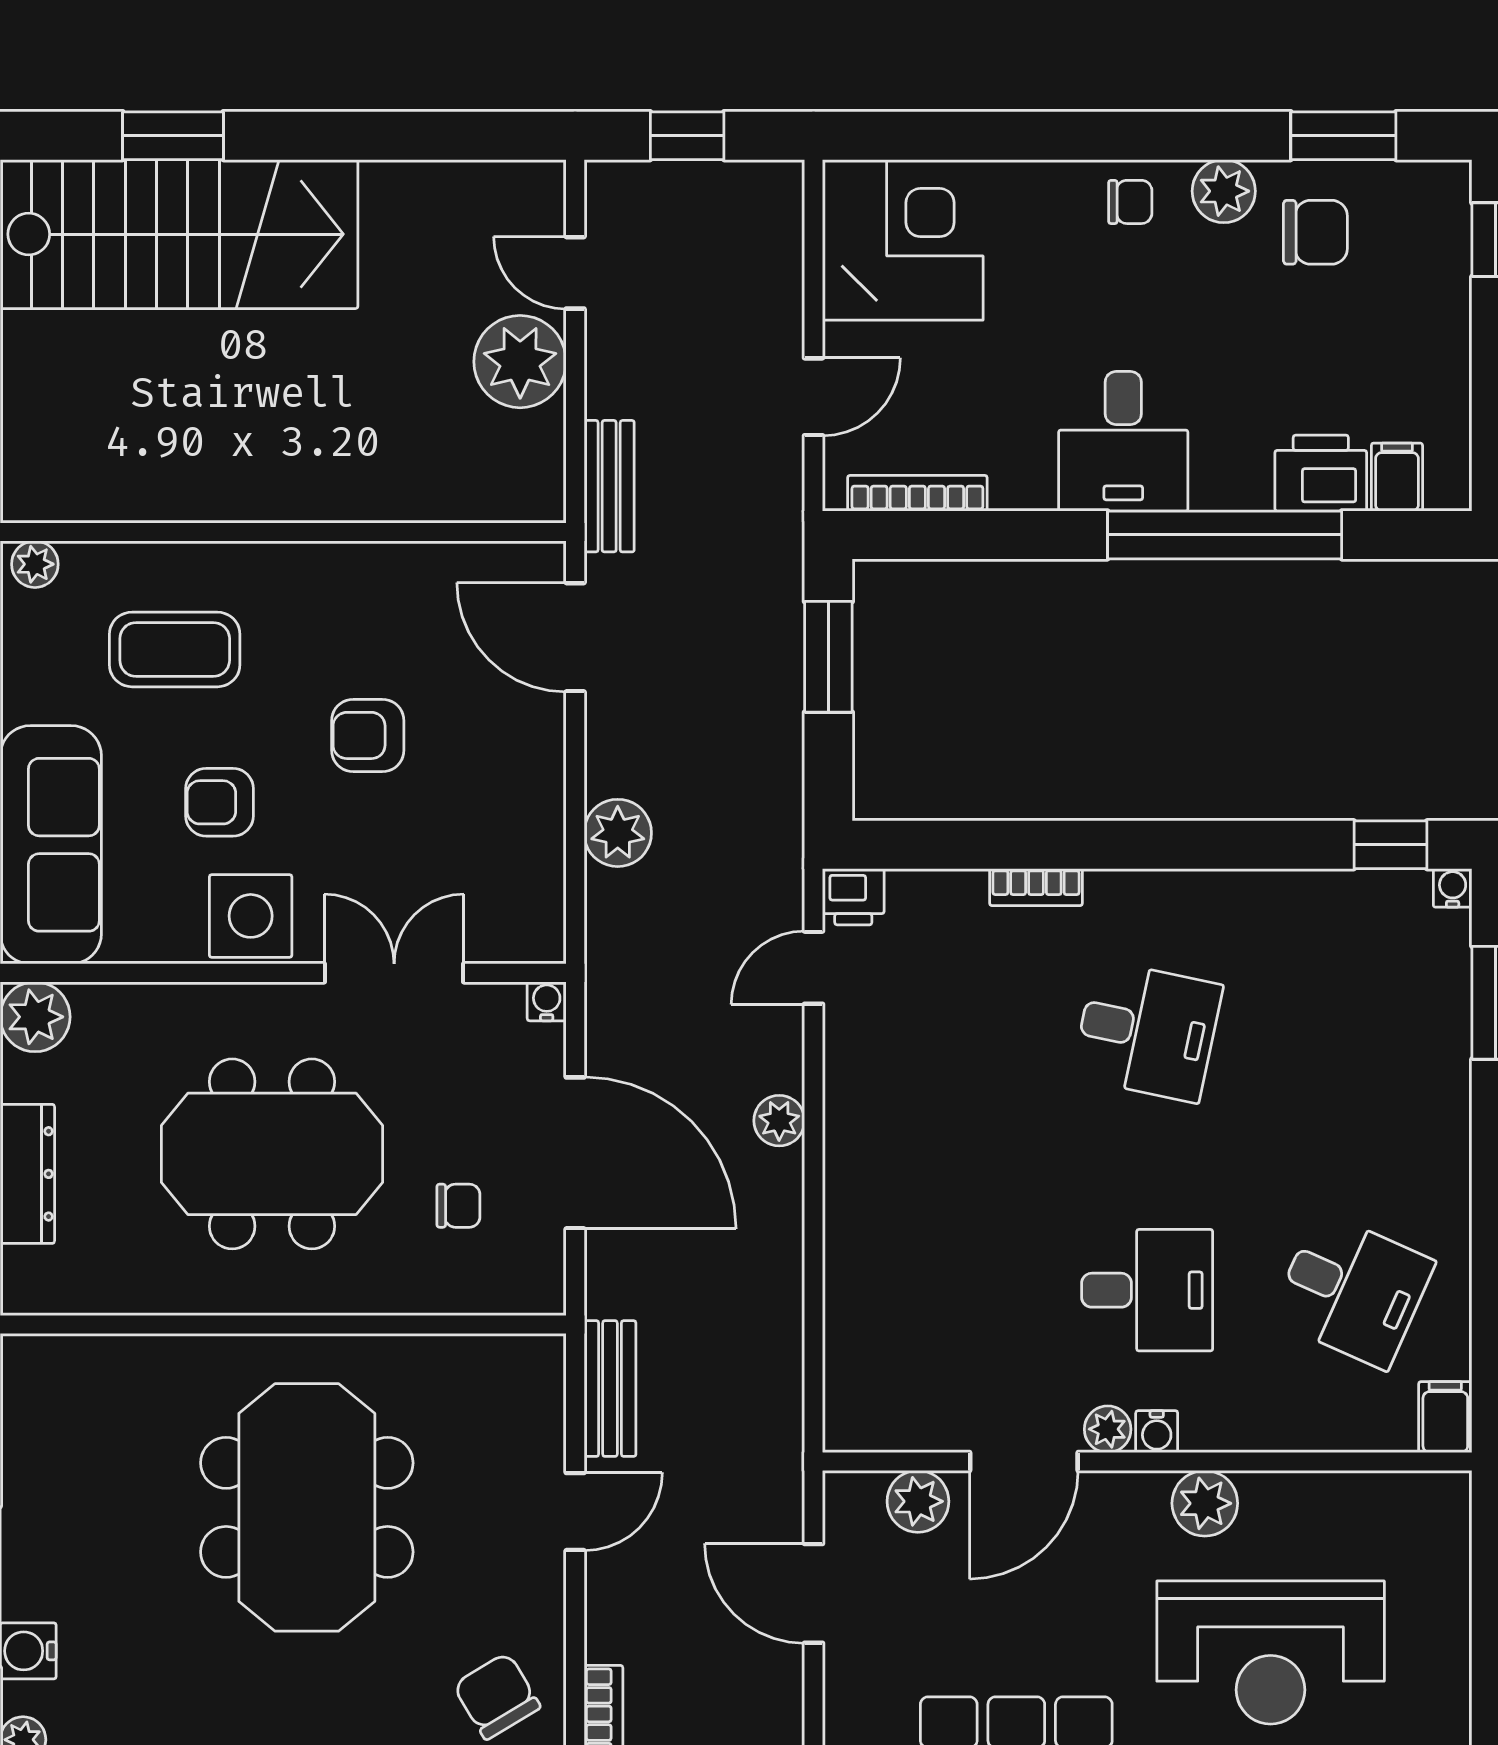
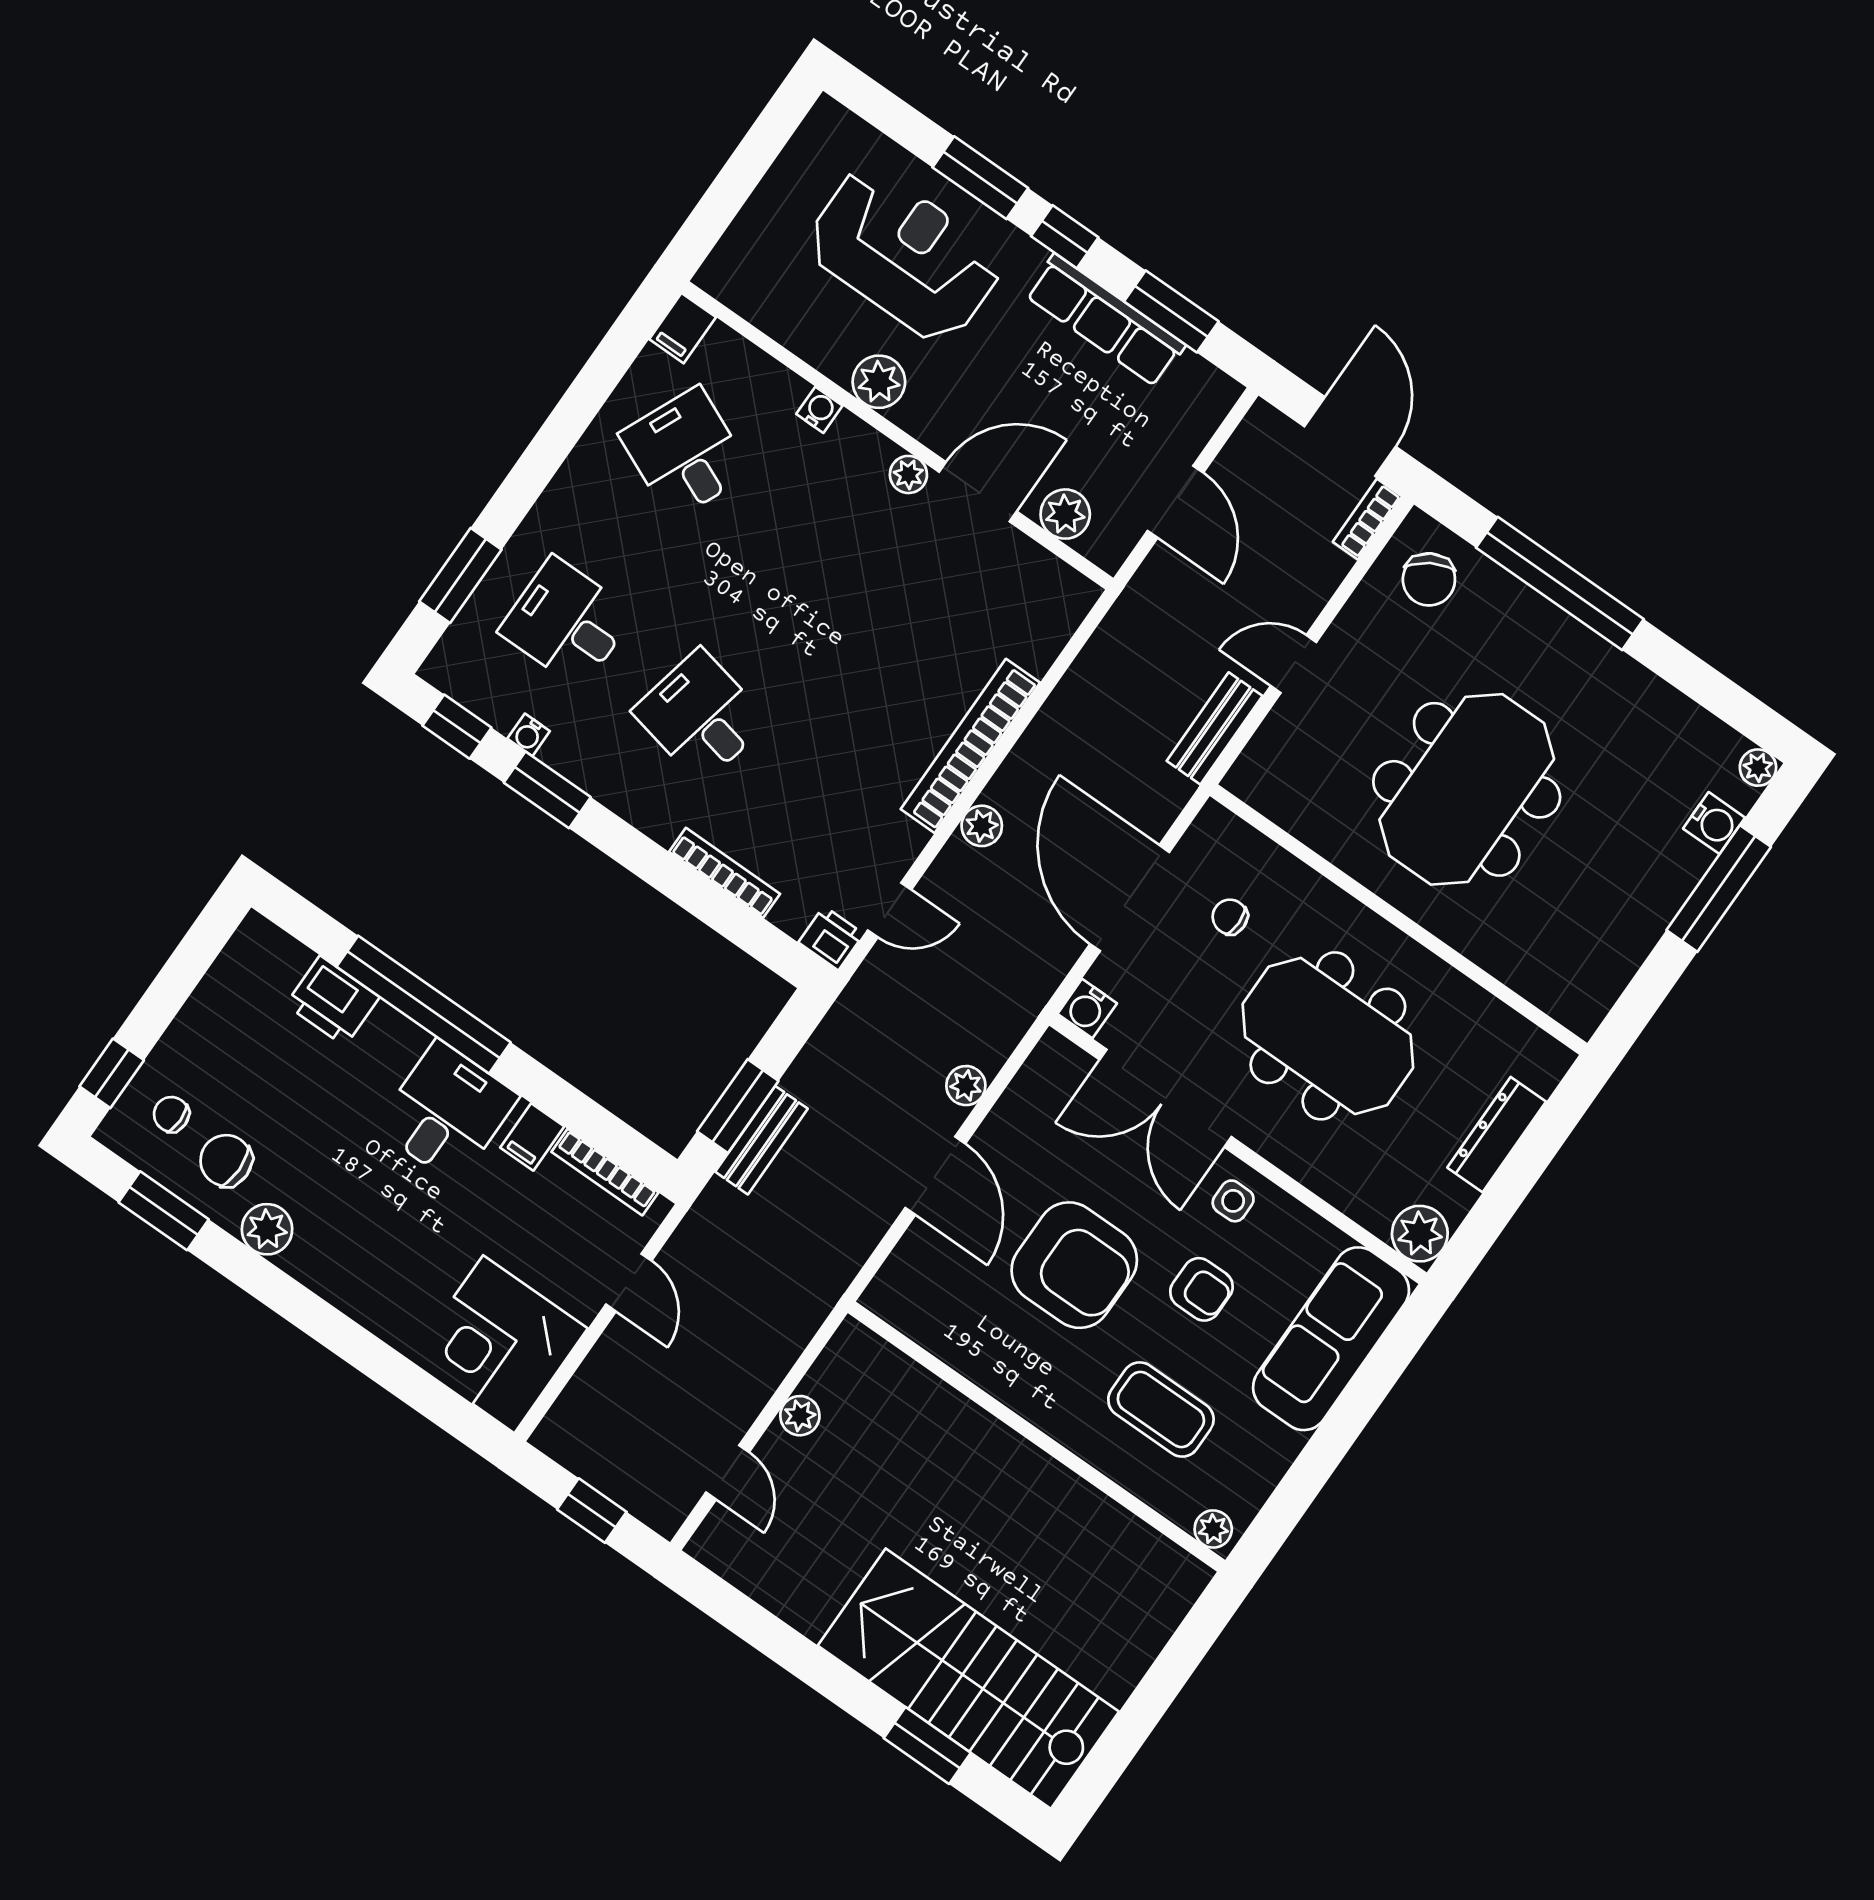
chair: (1130, 202) -> (171, 1114), moved
plant: (520, 362) -> (800, 1416), width x0.53, depth x0.53
door: (813, 397) -> (629, 1283), swing flipped
filing cabinet: (1397, 477) -> (532, 1137), moved
bench: (609, 486) -> (761, 1140), moved
door: (575, 637) -> (935, 1176), moved
armchair: (368, 735) -> (1074, 1265), width x1.88, depth x1.88
plant: (618, 833) -> (966, 1086), width x0.73, depth x0.73
window: (1252, 845) -> (547, 790), added
bookcase: (1036, 887) -> (725, 873), width x1.56
water cooler: (1453, 888) -> (529, 735), moved
side table: (251, 916) -> (1233, 1201), width x0.54, depth x0.54
double door: (394, 973) -> (1166, 1098), width x1.37
water cooler: (547, 1001) -> (1087, 1009), width x1.38, depth x1.38
bookcase: (849, 1195) -> (970, 746), added
desk: (1147, 1290) -> (567, 623), moved
water cooler: (1157, 1432) -> (819, 410), moved

